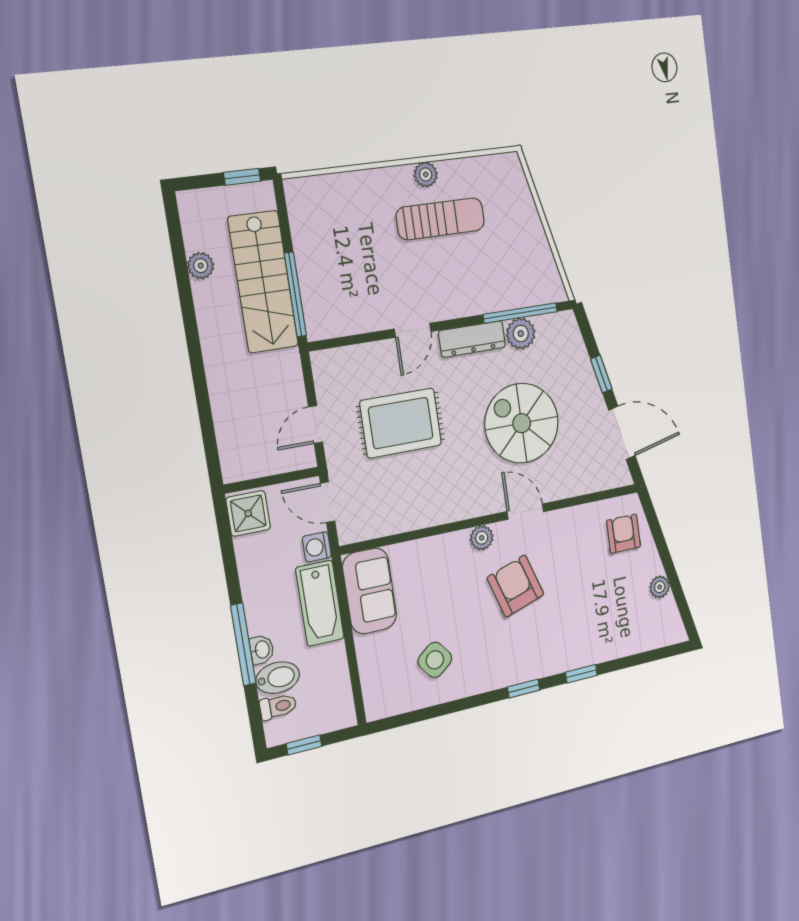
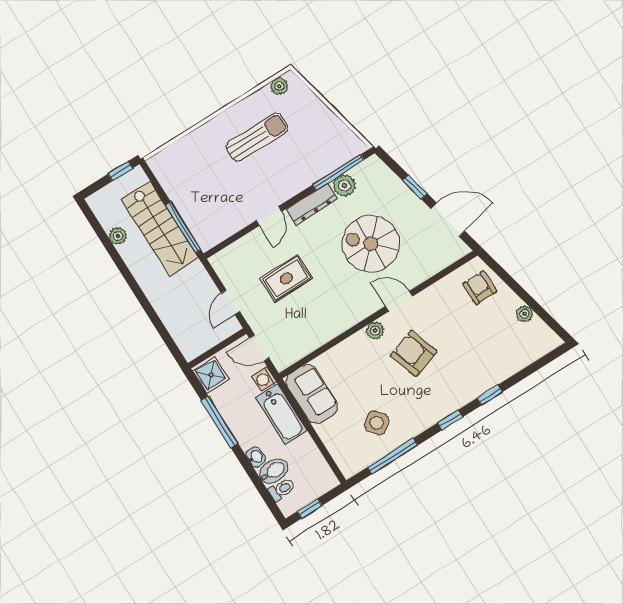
plant: (426, 174) -> (279, 86), moved
rug: (401, 423) -> (286, 278), width x0.73, depth x0.70
window: (243, 644) -> (220, 422), moved
window: (437, 711) -> (393, 456), added

